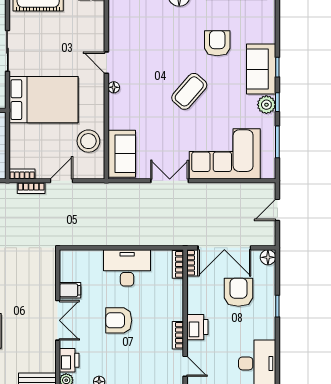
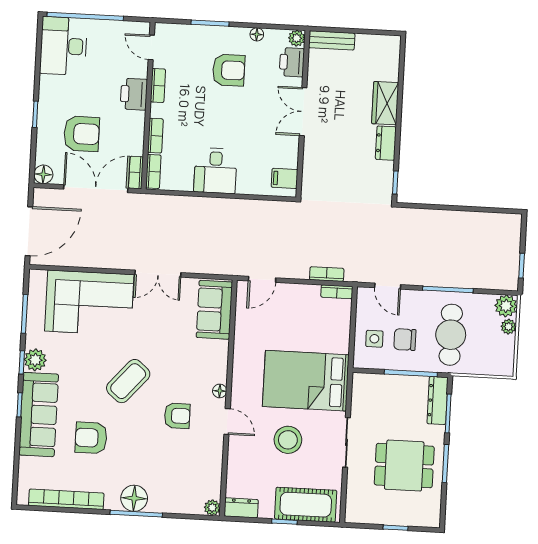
armchair: (217, 43) -> (91, 438), turned 90
armchair: (148, 65) -> (177, 416), added
sofa: (261, 69) -> (39, 415), width x1.36
stool: (88, 141) -> (288, 440), moved
door: (62, 181) -> (262, 279), moved
door: (277, 210) -> (29, 231), width x1.87
desk: (127, 268) -> (215, 171), width x0.73
filing cabinet: (70, 290) -> (285, 178), moved
armchair: (238, 292) -> (82, 134), turned -90
bookcase: (178, 294) -> (155, 136), added
armchair: (119, 320) -> (229, 70), moved

